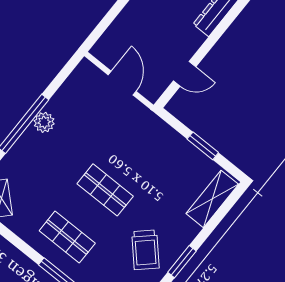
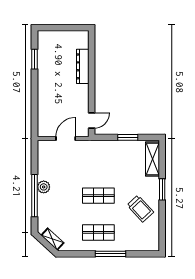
door: (185, 74) -> (92, 120), moved
door: (122, 83) -> (66, 139), hinge flipped
window: (182, 262) -> (162, 189), moved

